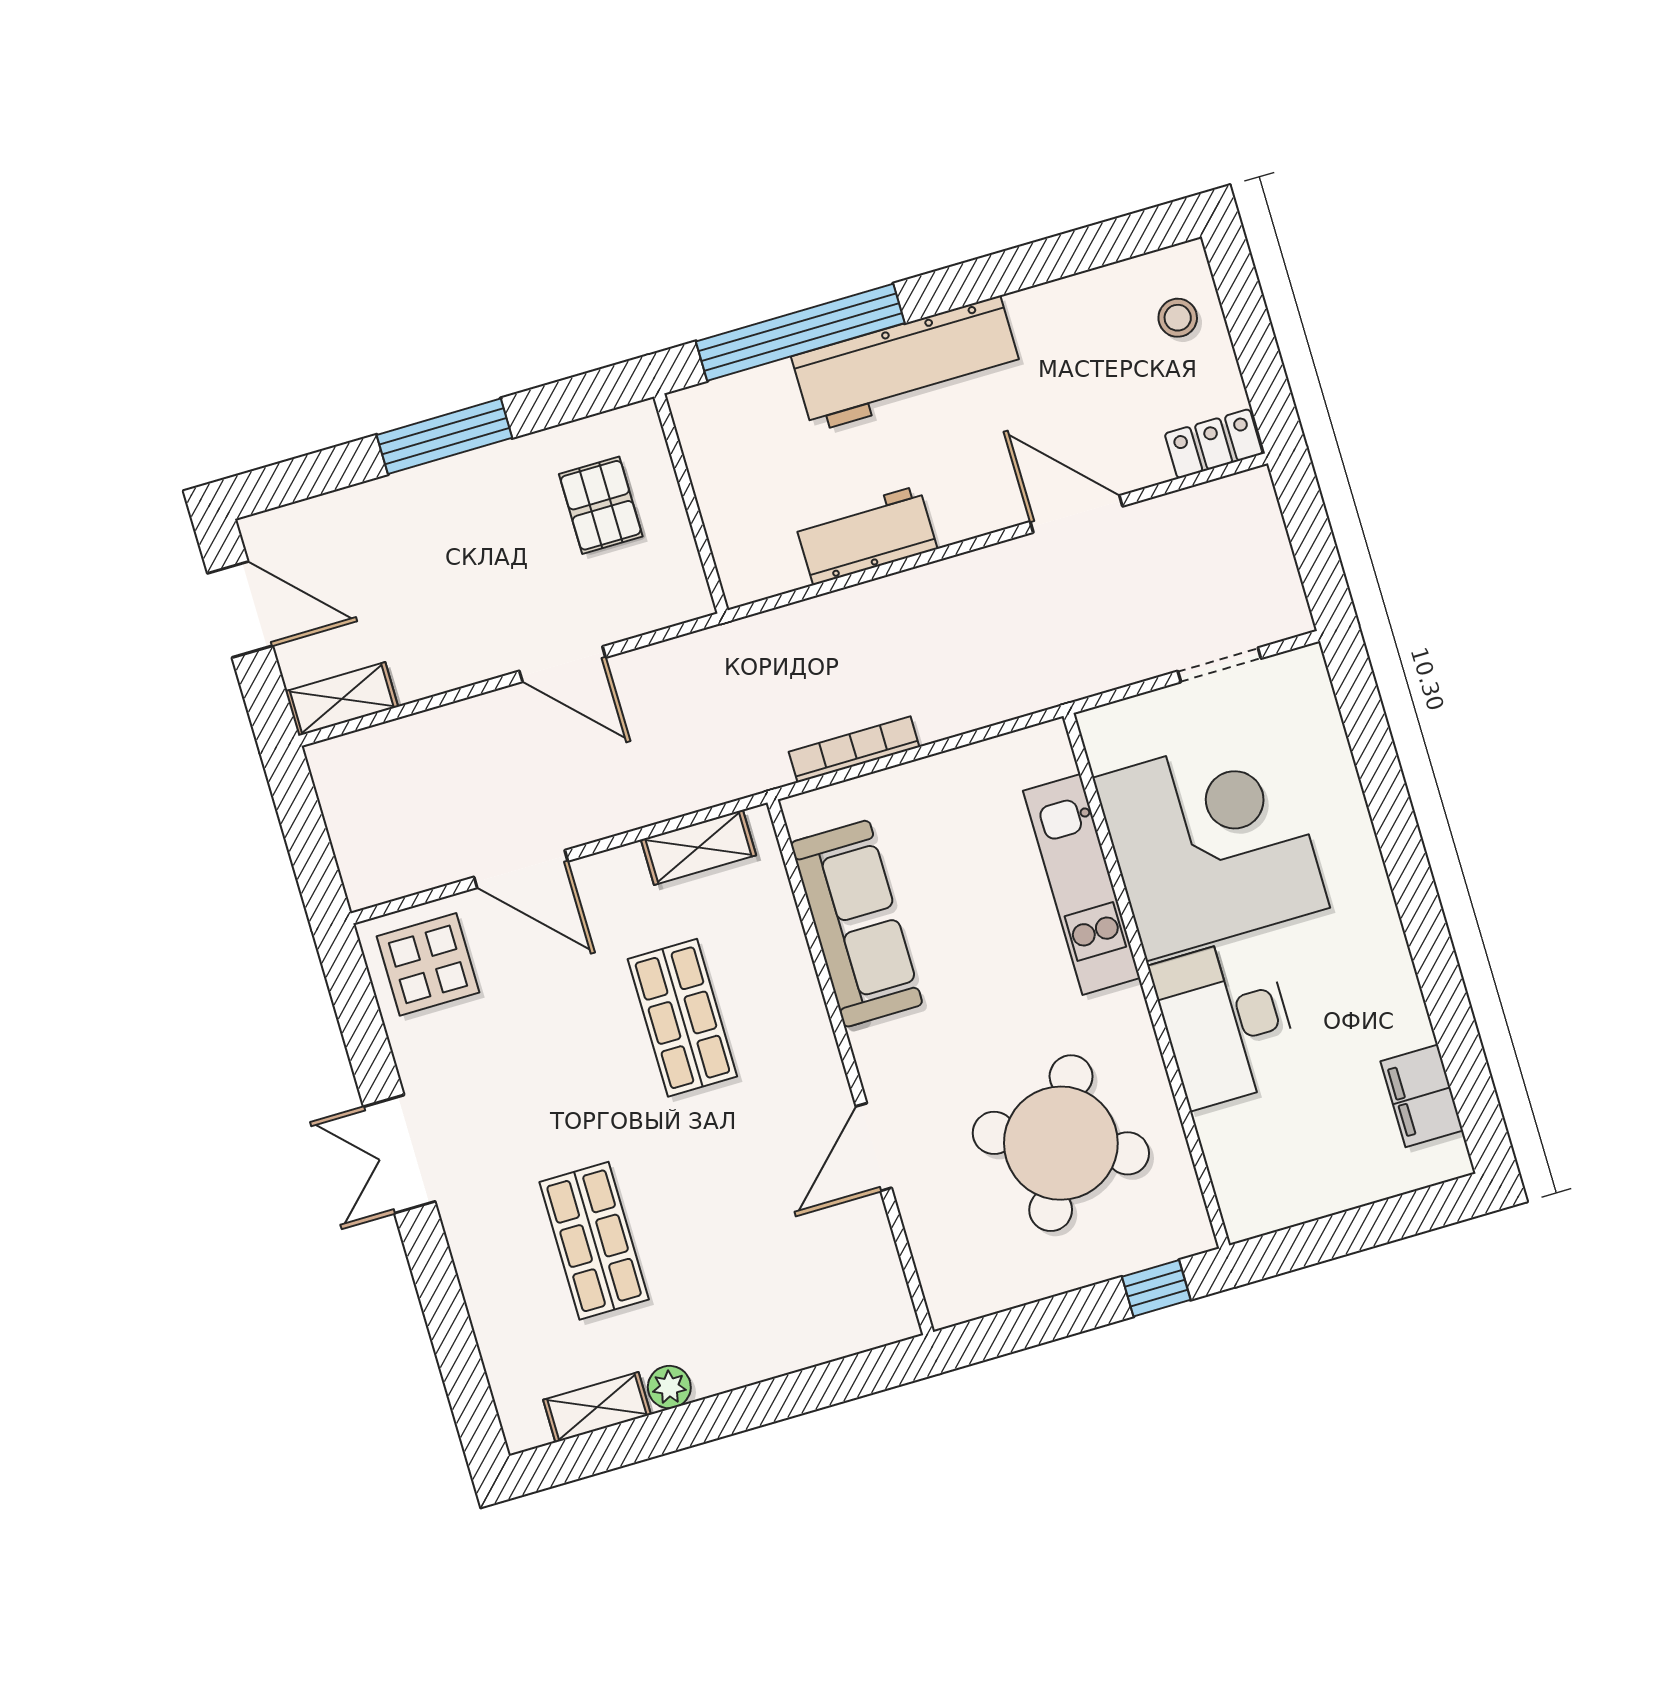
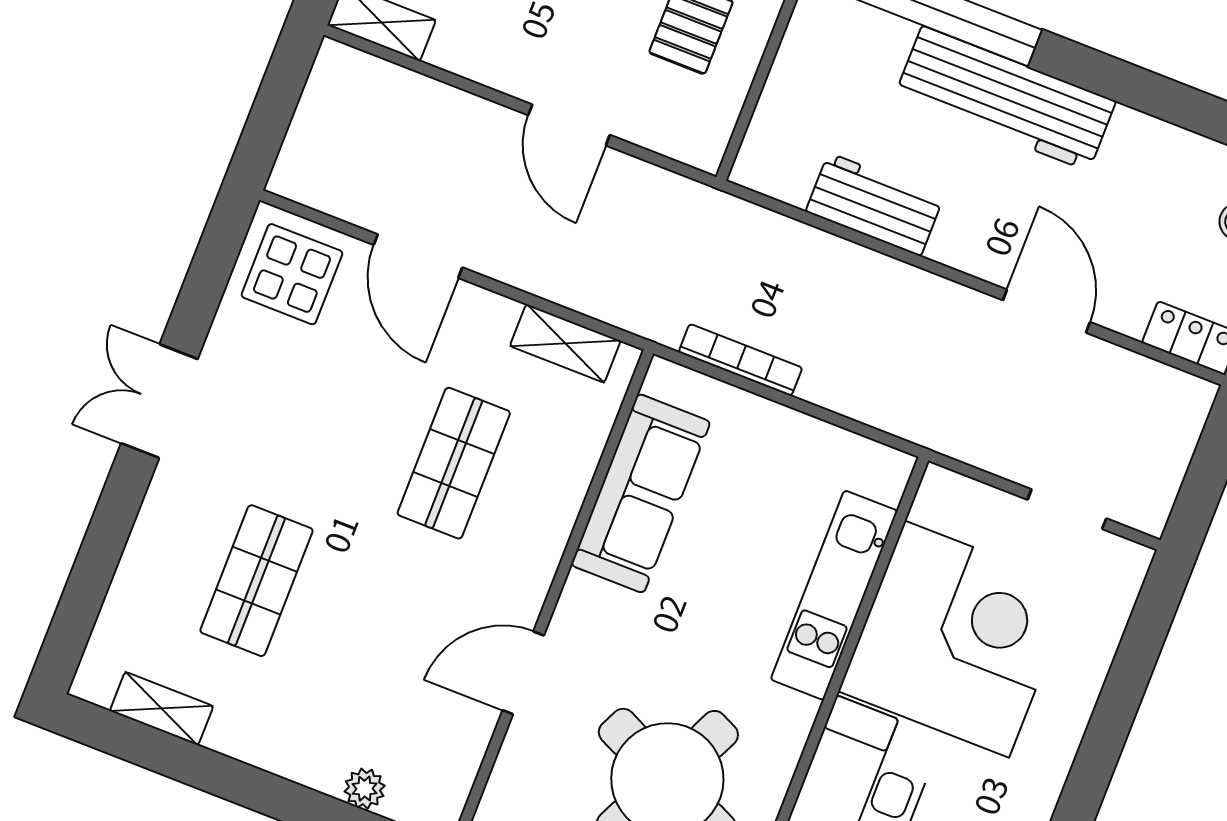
plant: (669, 1387) -> (365, 789), moved

